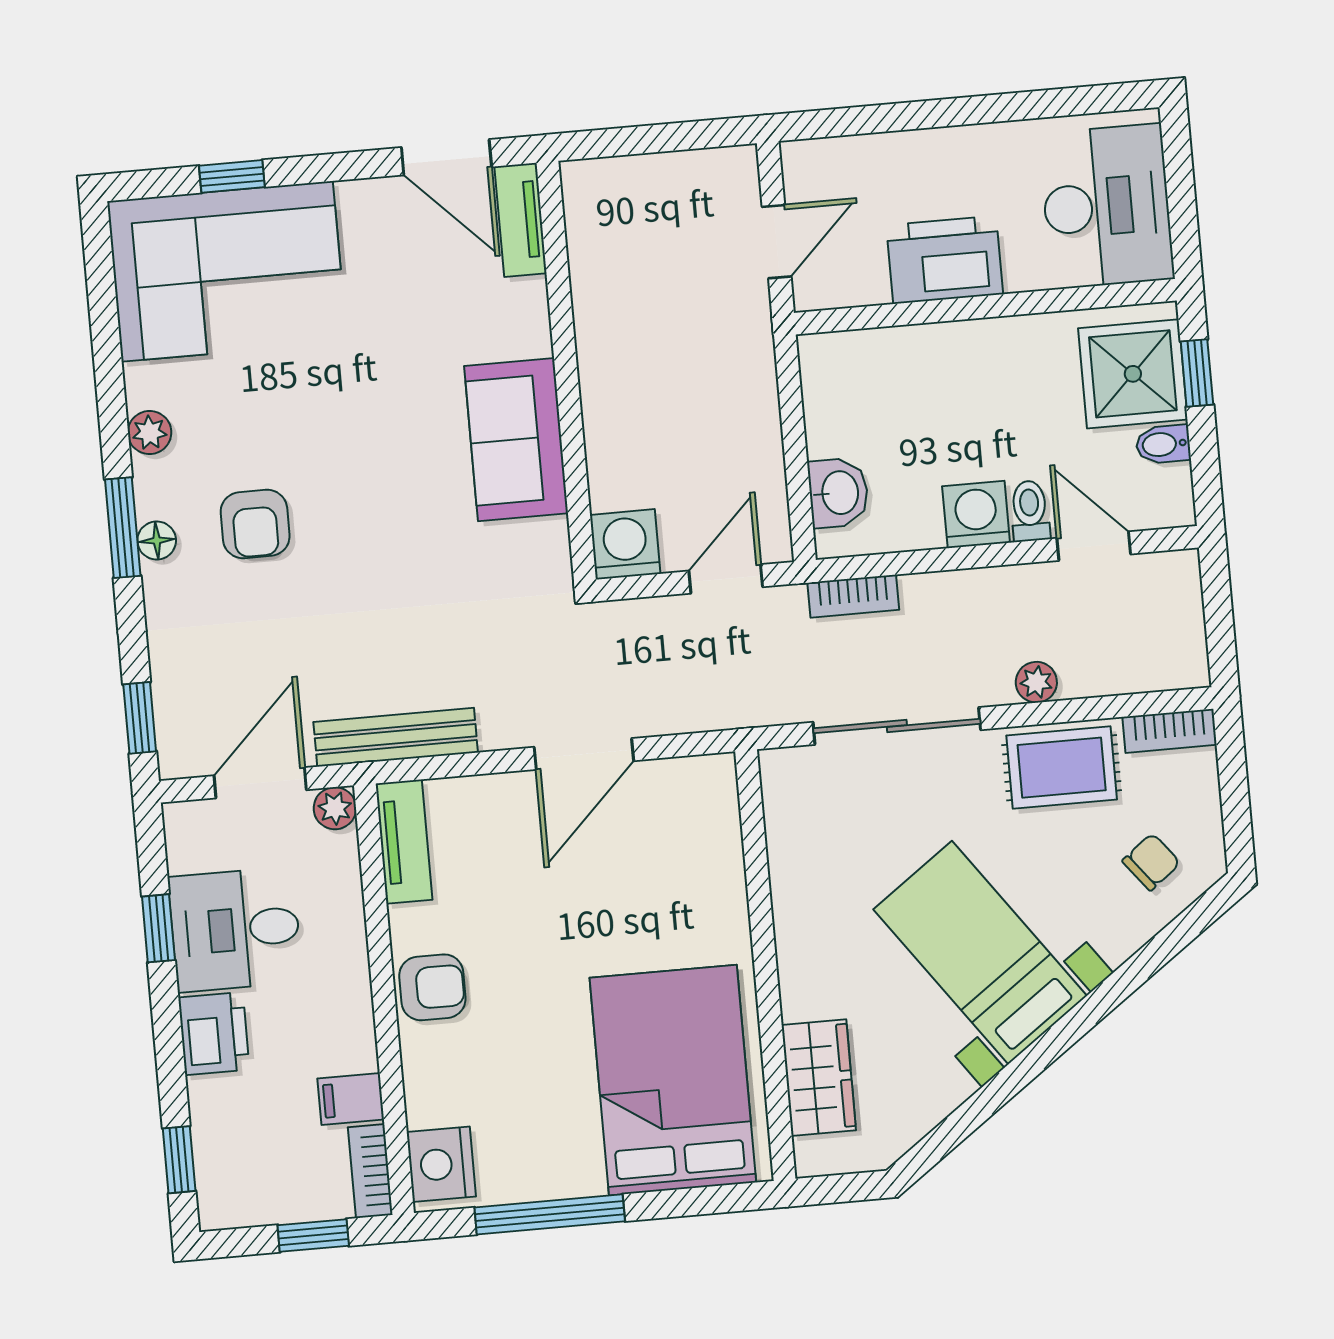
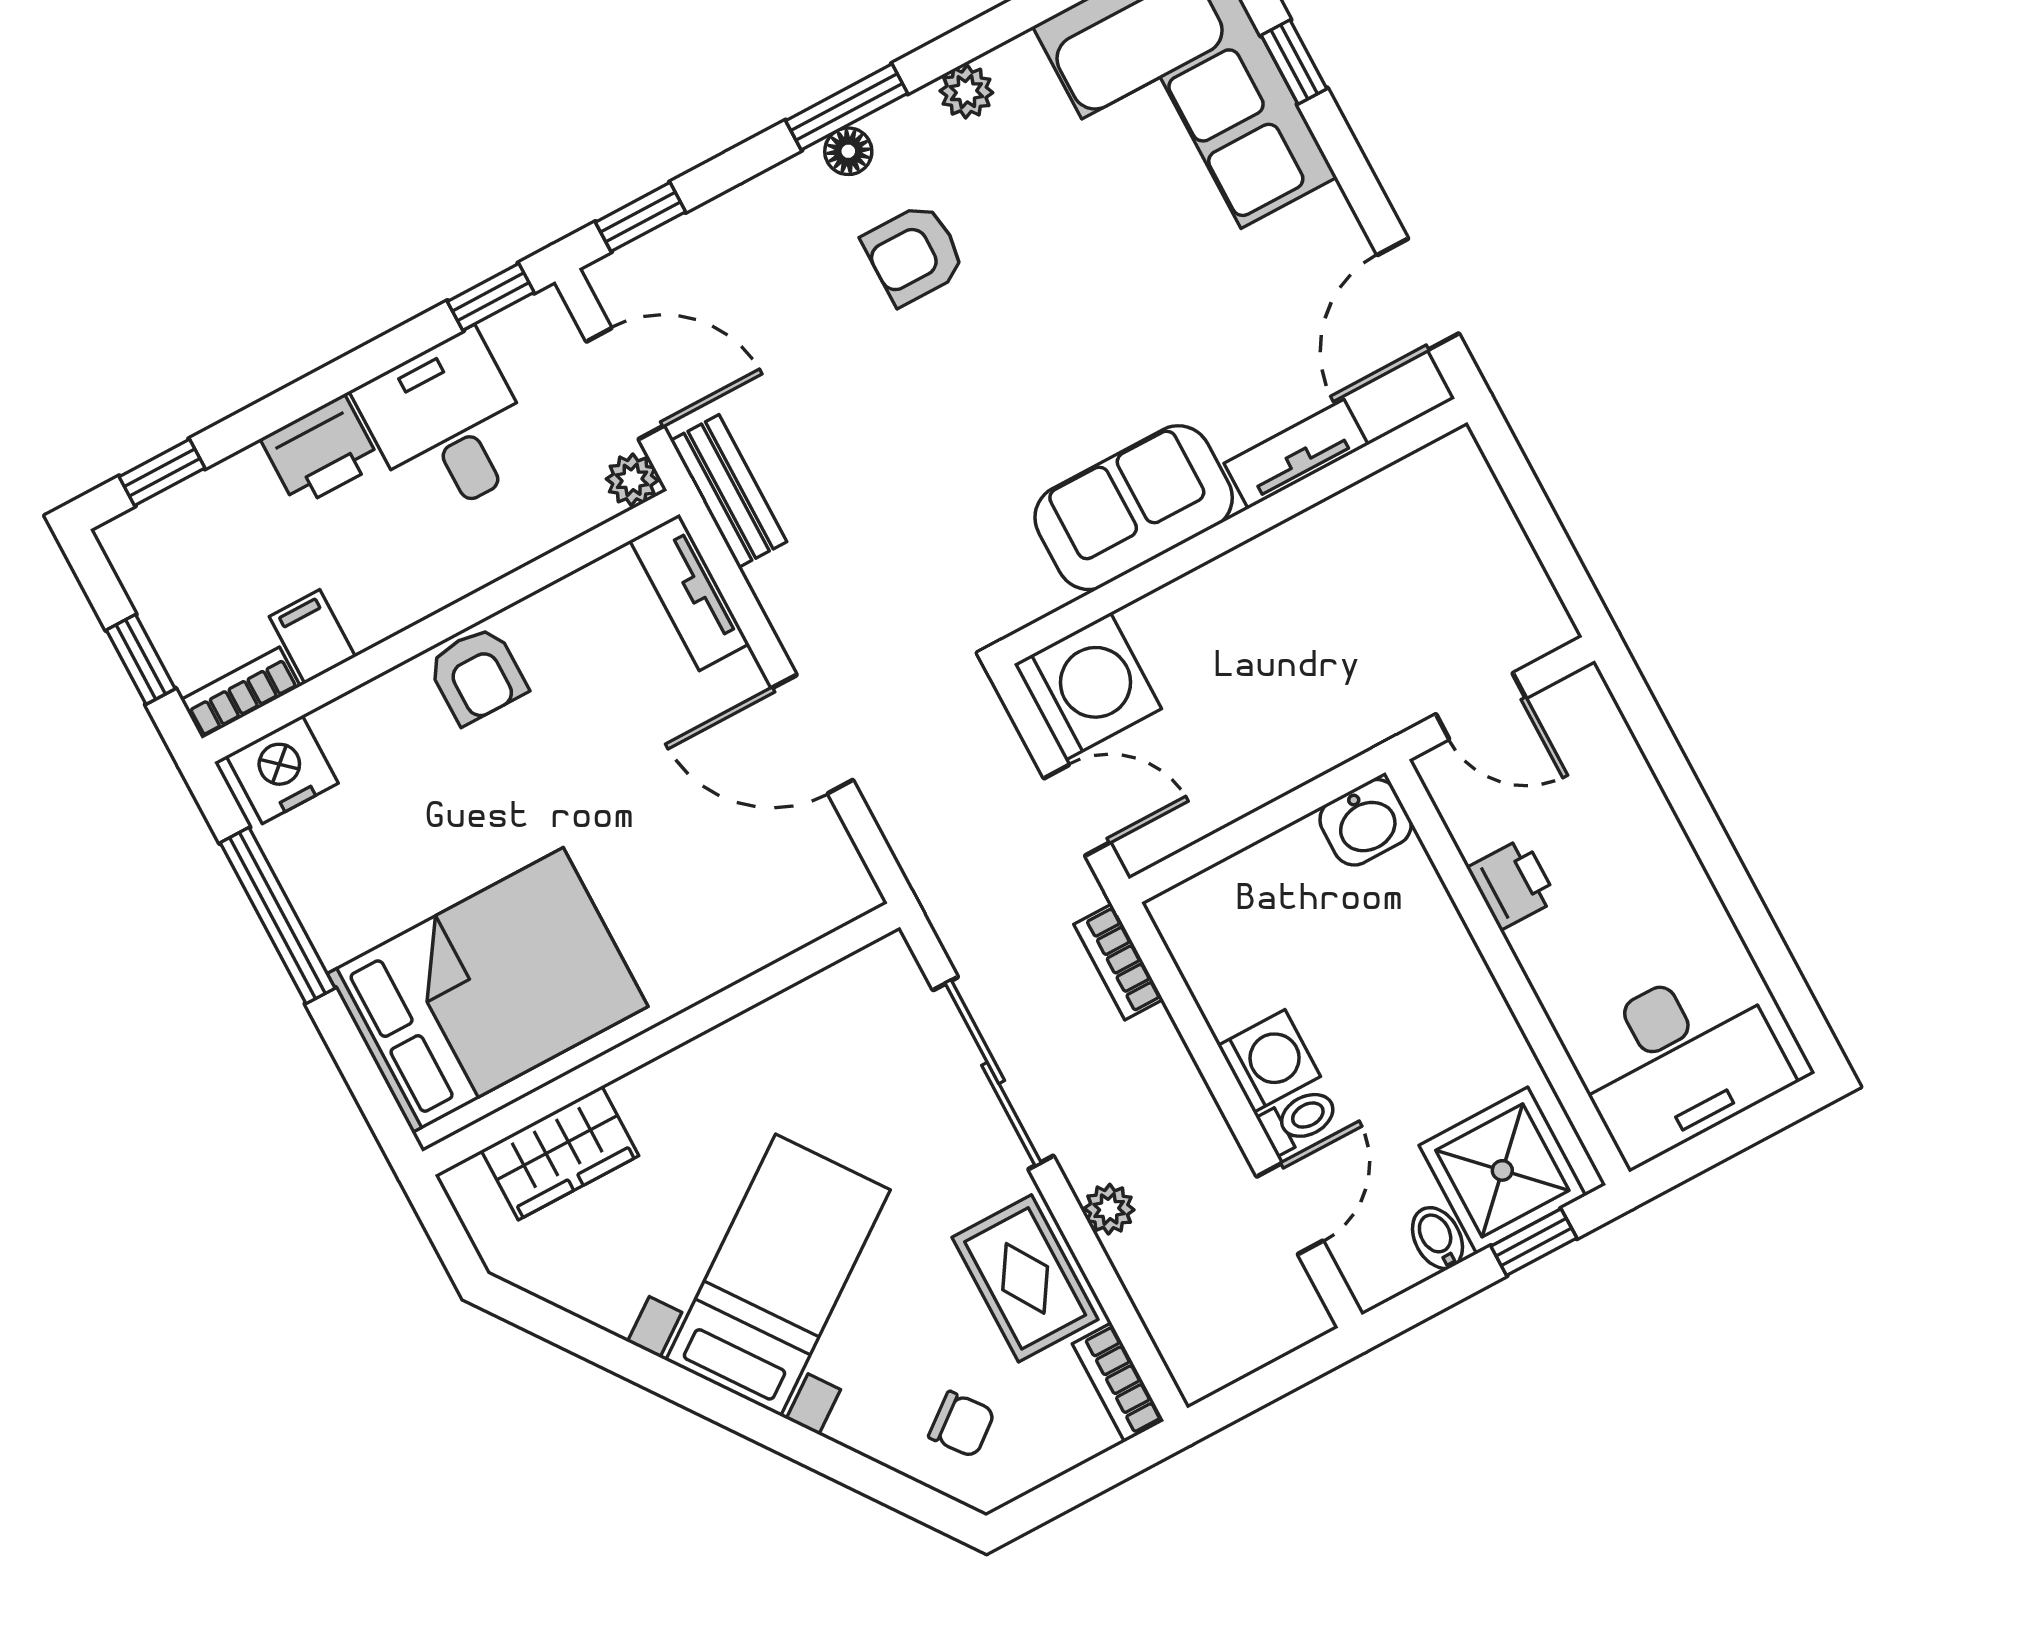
tv unit: (521, 220) -> (1296, 454), moved
printer: (945, 260) -> (1512, 884), width x0.53, depth x0.68
washbasin: (838, 493) -> (1366, 822), moved
washing machine: (625, 544) -> (1088, 686), width x1.37, depth x1.37
bench: (396, 737) -> (729, 491), width x0.73
tv unit: (404, 842) -> (689, 592), moved, turned 90
window: (158, 928) -> (491, 297), moved

